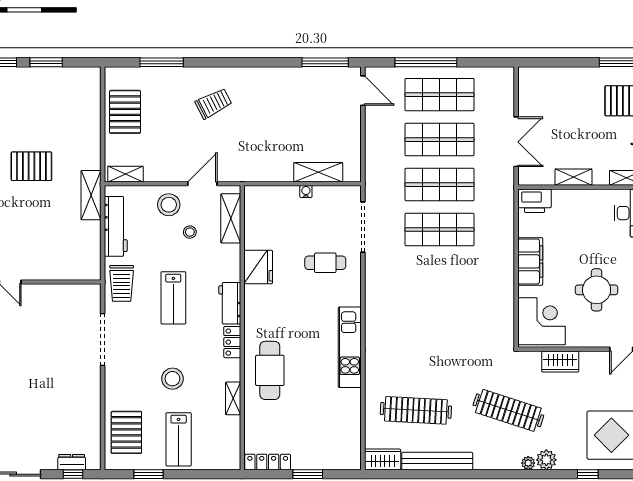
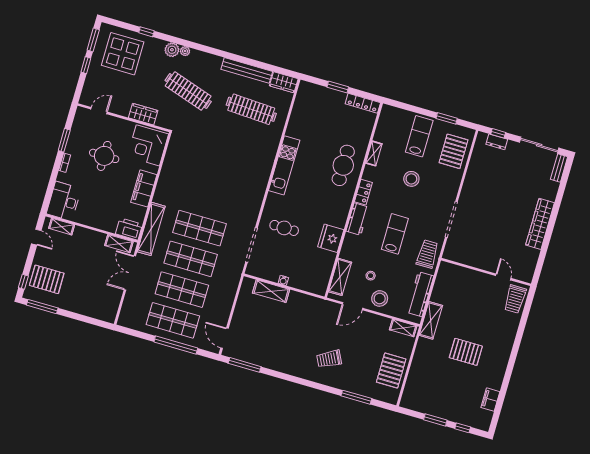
shelving: (573, 177) -> (119, 244), moved
shelving: (505, 210) -> (151, 229), added

